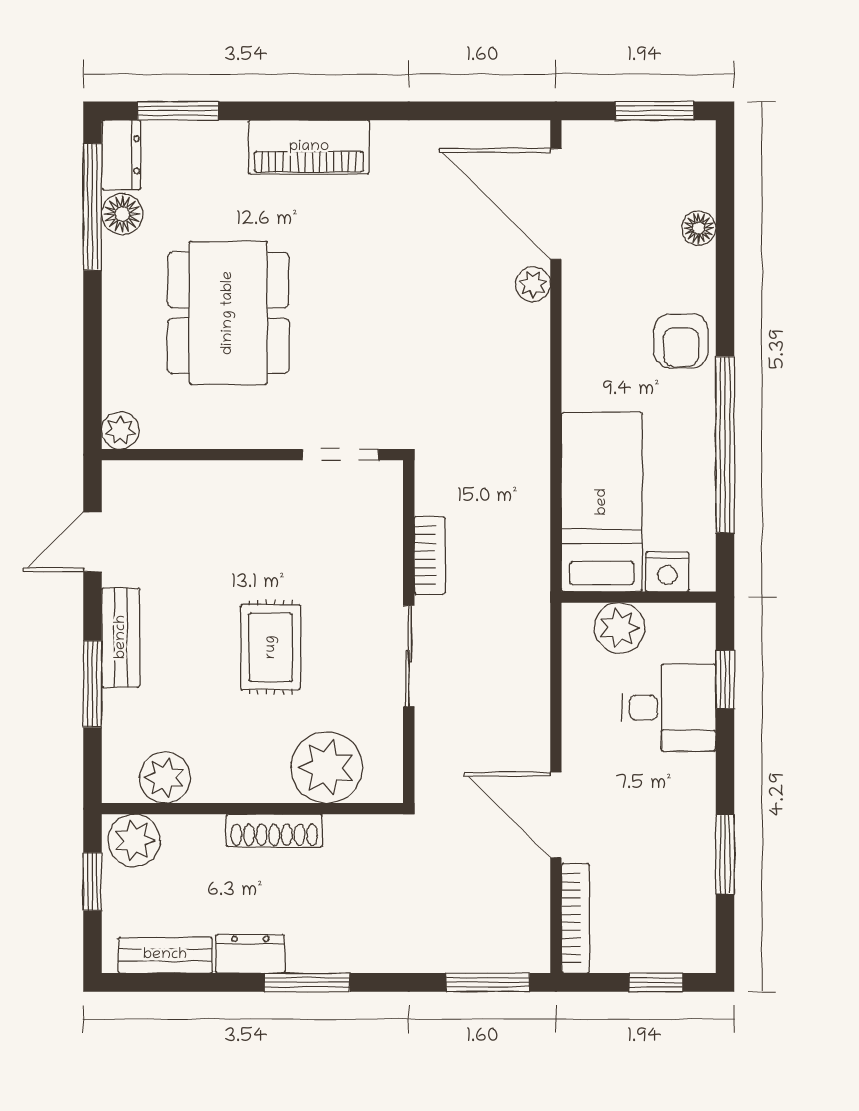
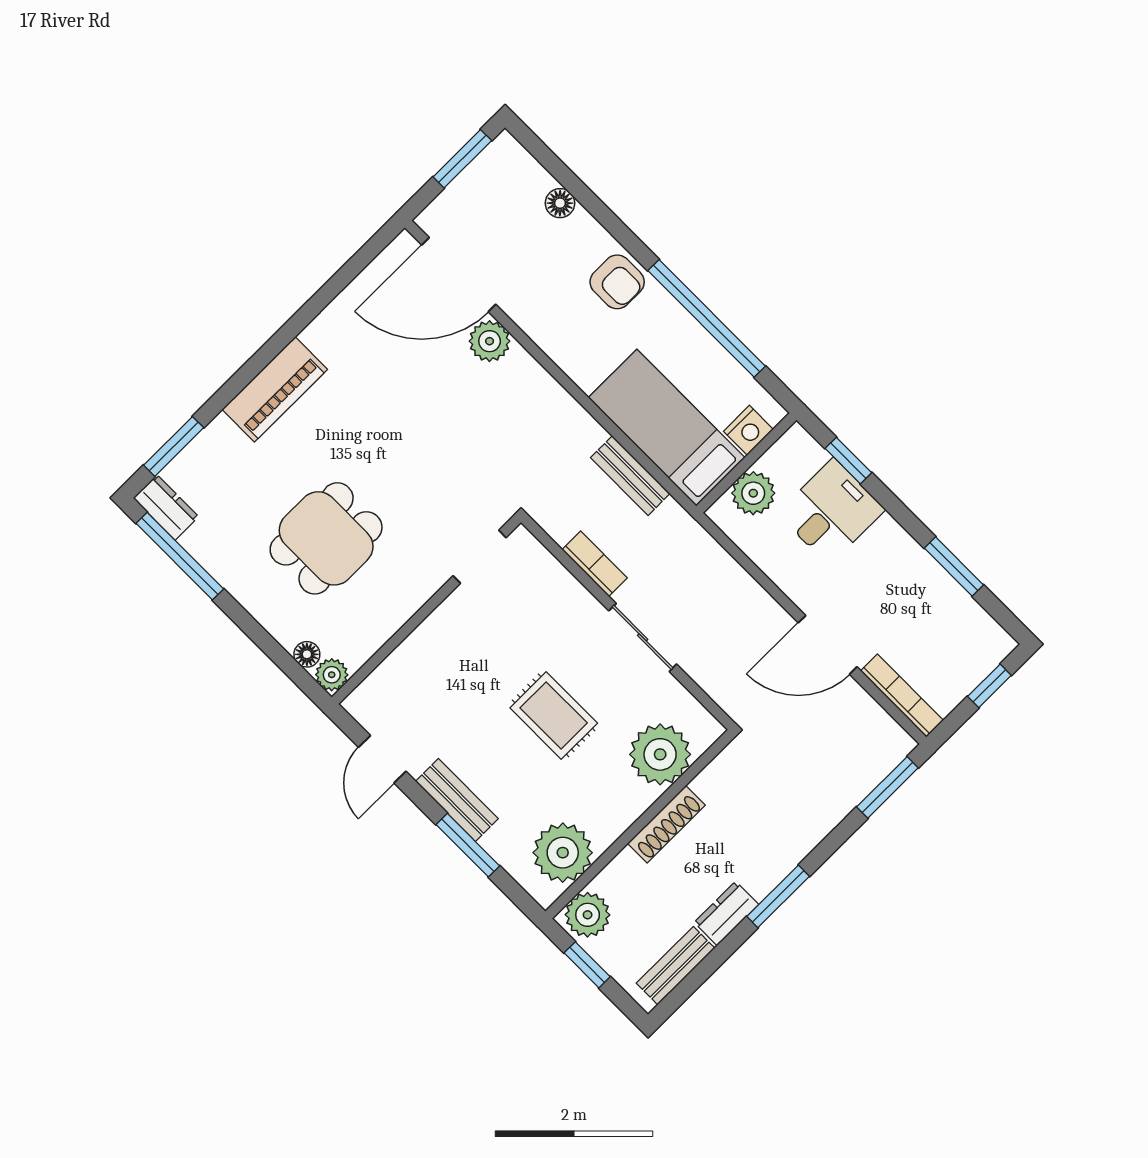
floor lamp: (122, 214) -> (307, 654), moved, width x0.73, depth x0.73
plant: (533, 284) -> (490, 341), width x1.38, depth x1.38
dining table: (228, 313) -> (326, 538), width x0.73
bench: (532, 512) -> (630, 476), added
plant: (165, 778) -> (563, 853), width x1.36, depth x1.36

